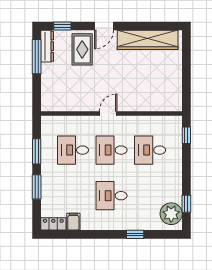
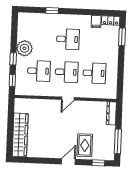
wardrobe: (148, 40) -> (20, 135), moved, turned 90
dresser: (47, 46) -> (111, 113), moved
window: (37, 151) -> (121, 73), removed
window: (37, 187) -> (122, 37), moved
window: (186, 204) -> (13, 59), moved
plant: (171, 214) -> (25, 48), moved

